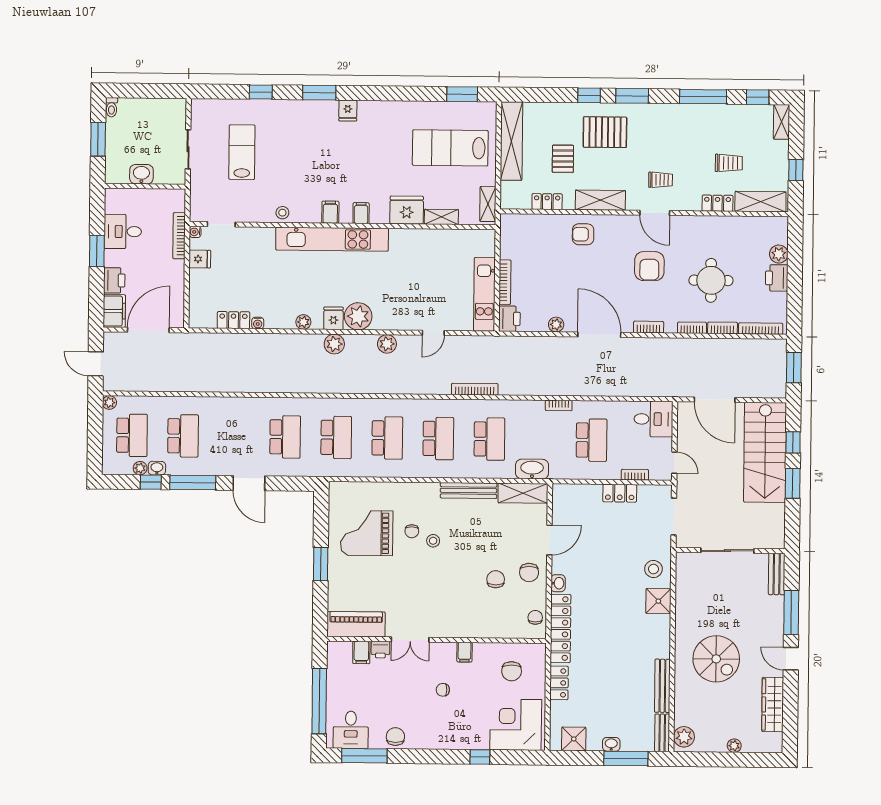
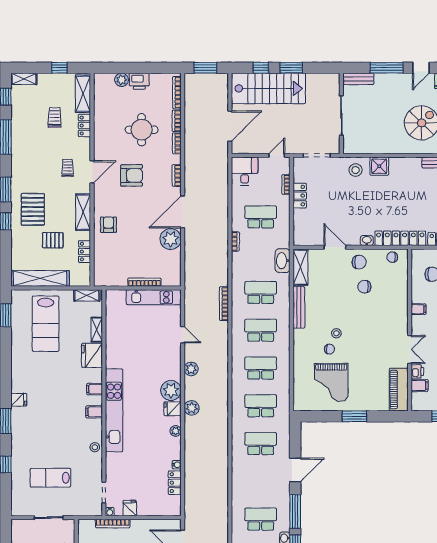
armchair: (583, 234) -> (108, 225), turned 180
printer: (509, 319) -> (172, 279), removed
plant: (556, 325) -> (171, 239), width x1.87, depth x1.87

